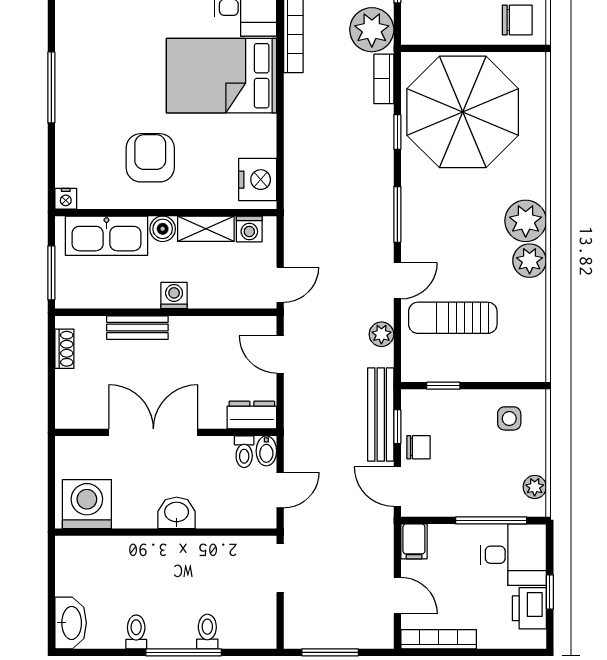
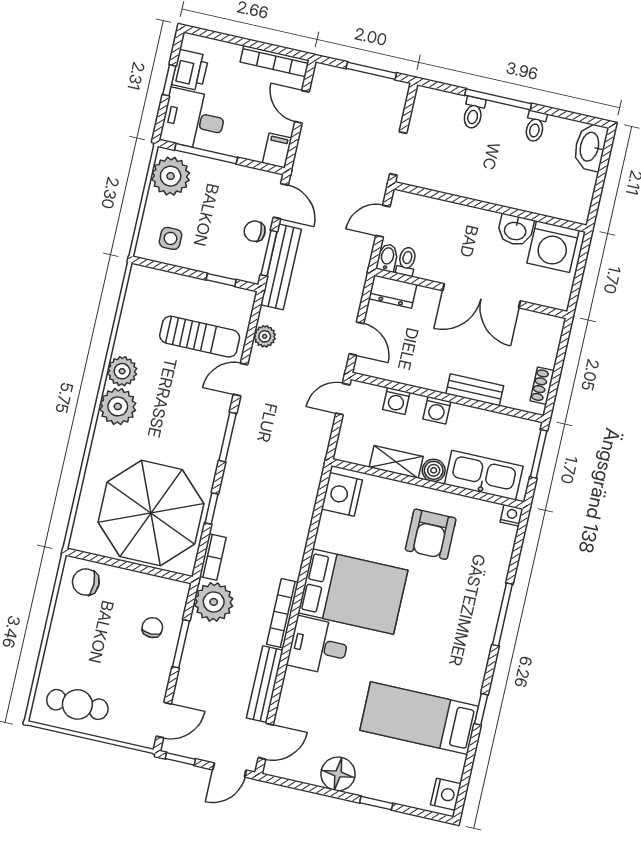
washing machine: (249, 229) -> (396, 401), moved, turned 180
window: (397, 427) -> (269, 253), width x1.50
plant: (535, 487) -> (171, 176), width x1.88, depth x1.88
washbasin: (177, 513) -> (515, 230), moved

